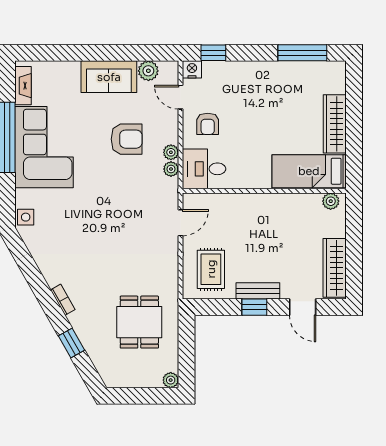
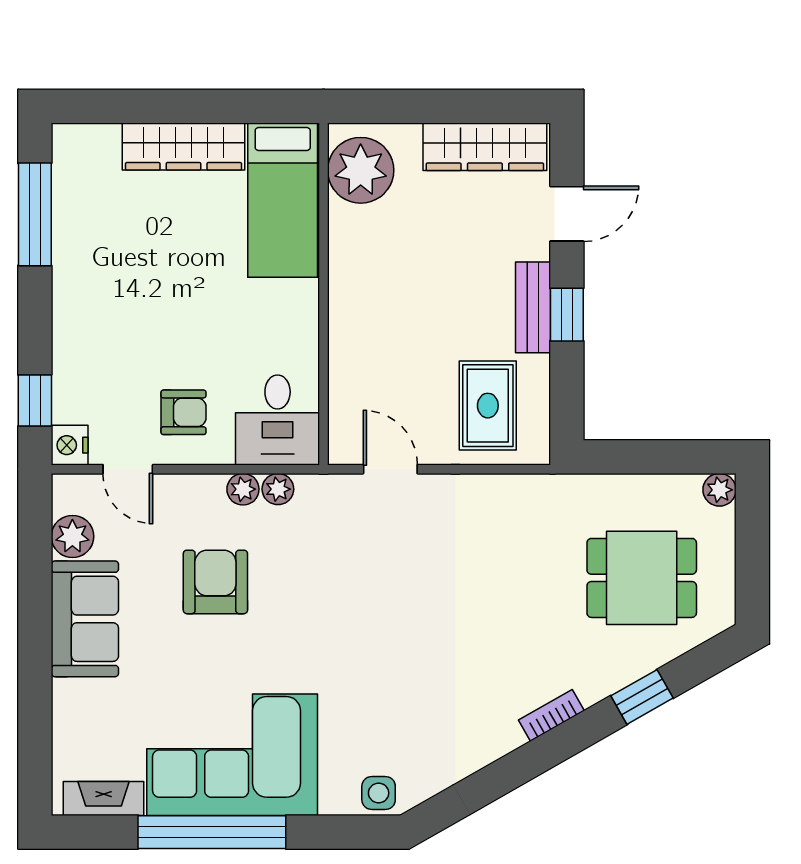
door: (180, 97) -> (128, 469), hinge flipped
plant: (331, 201) -> (361, 170), width x1.87, depth x1.87
rug: (211, 269) -> (488, 406), turned 90
dining table: (139, 322) -> (642, 578), moved

